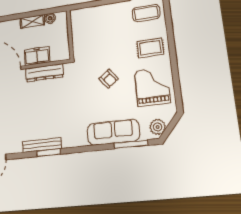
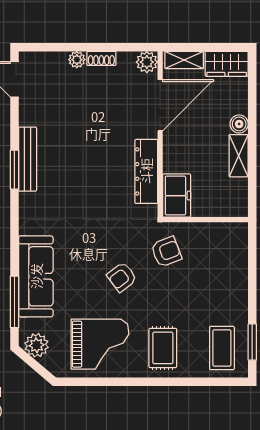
boiler: (50, 18) -> (239, 124), moved
armchair: (91, 54) -> (166, 252), added
freezer: (37, 56) -> (177, 196), moved

